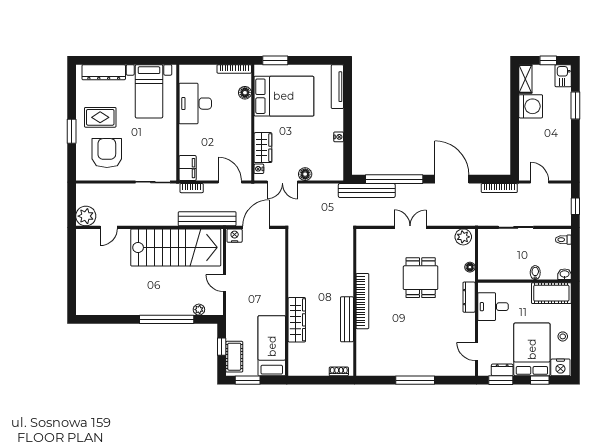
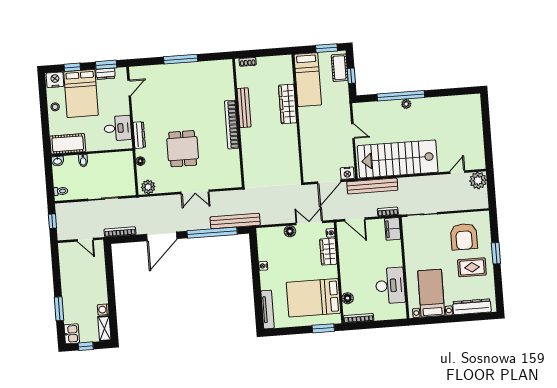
washing machine: (531, 106) -> (103, 310), width x0.53, depth x0.53
door: (452, 179) -> (162, 236), hinge flipped
plant: (199, 310) -> (406, 104), moved
door: (476, 352) -> (129, 88), hinge flipped

